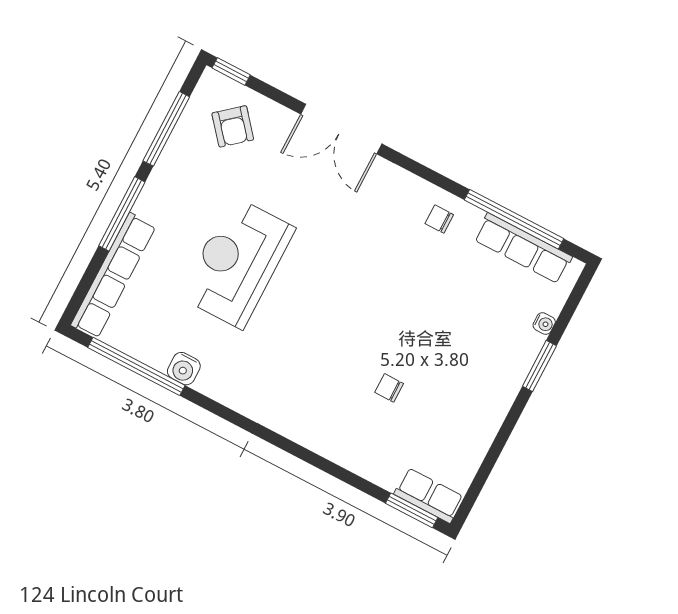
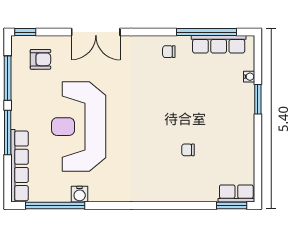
armchair: (233, 126) -> (40, 59), turned -50
reception desk: (237, 262) -> (79, 127), width x1.36, depth x1.30

